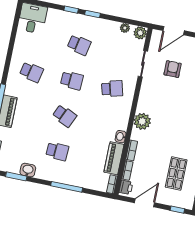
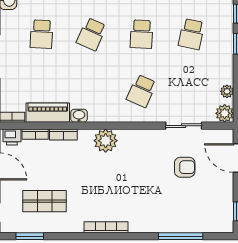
school desk: (112, 89) -> (141, 91), turned 39

